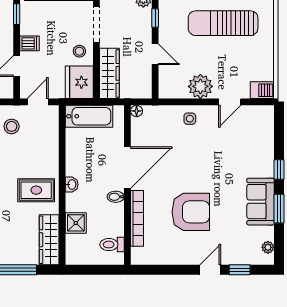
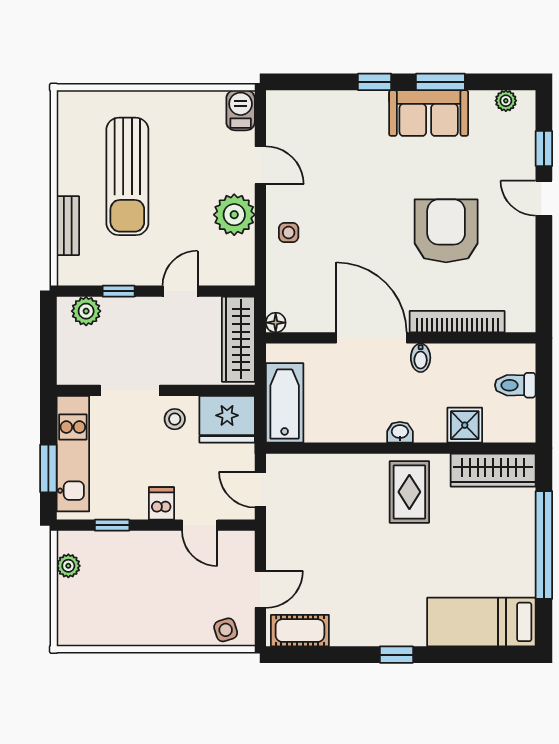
wardrobe: (109, 73) -> (238, 339), moved, turned -90
stool: (12, 126) -> (302, 534), removed
toilet: (112, 245) -> (515, 385), moved, turned 90

